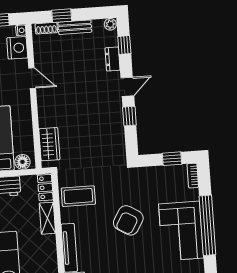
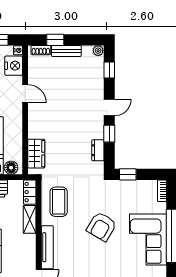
dresser: (113, 59) -> (98, 150), moved
window: (172, 159) -> (128, 174), moved
coffee table: (78, 196) -> (59, 202), turned 90

